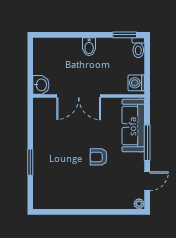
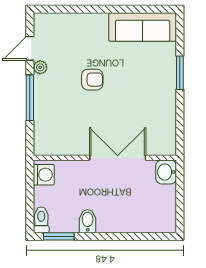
bidet: (89, 47) -> (88, 221), moved
sofa: (133, 126) -> (143, 27), moved, turned 90
plant: (139, 204) -> (40, 67), moved

